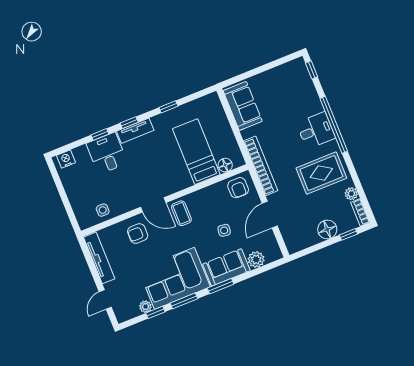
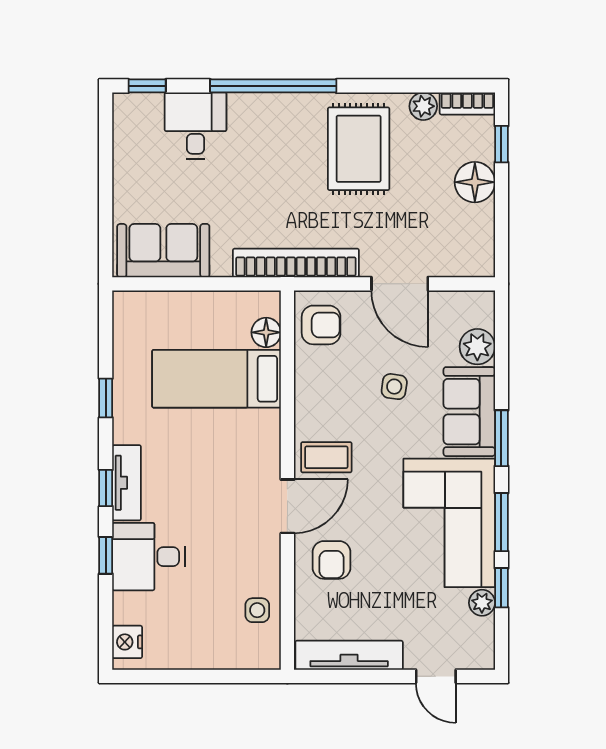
desk: (316, 130) -> (196, 126), moved

